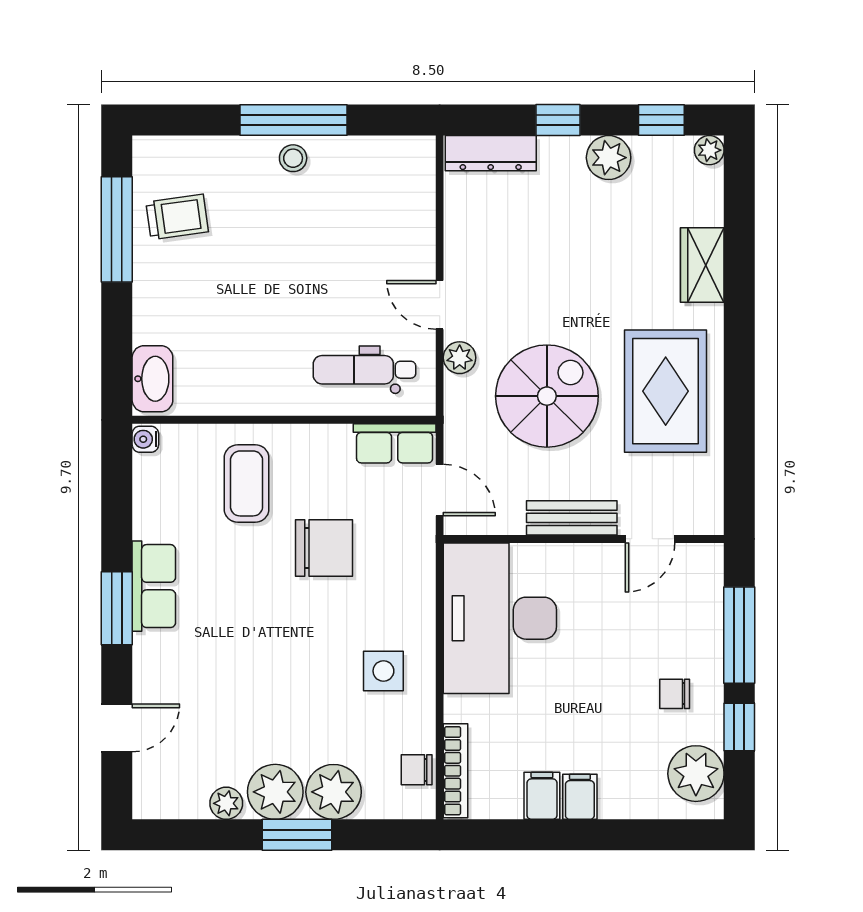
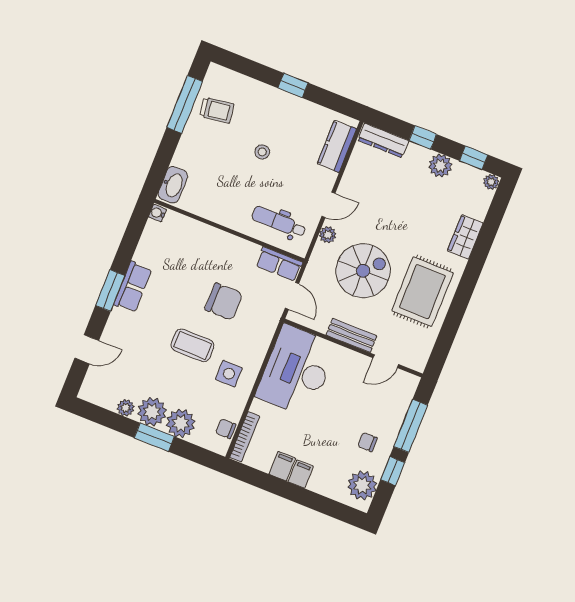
window: (294, 120) -> (293, 85), width x0.46
stool: (293, 158) -> (262, 152), moved
kitchen counter: (413, 196) -> (337, 146), added
door: (440, 305) -> (328, 205), swing flipped
coffee table: (247, 483) -> (193, 345), moved, turned 90

